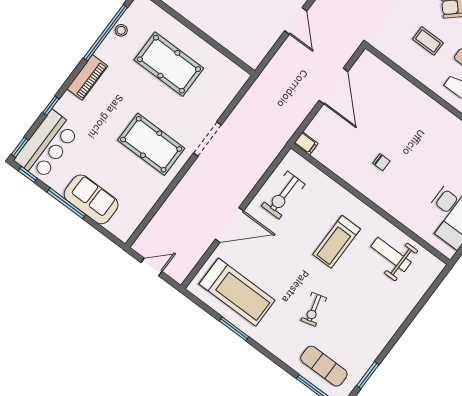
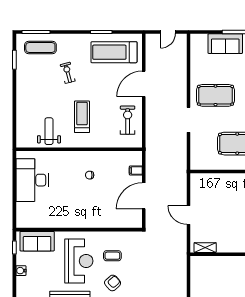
door: (333, 86) -> (144, 196), hinge flipped
filing cabinet: (306, 143) -> (136, 170), moved
weight bench: (391, 254) -> (49, 131), turned -90

